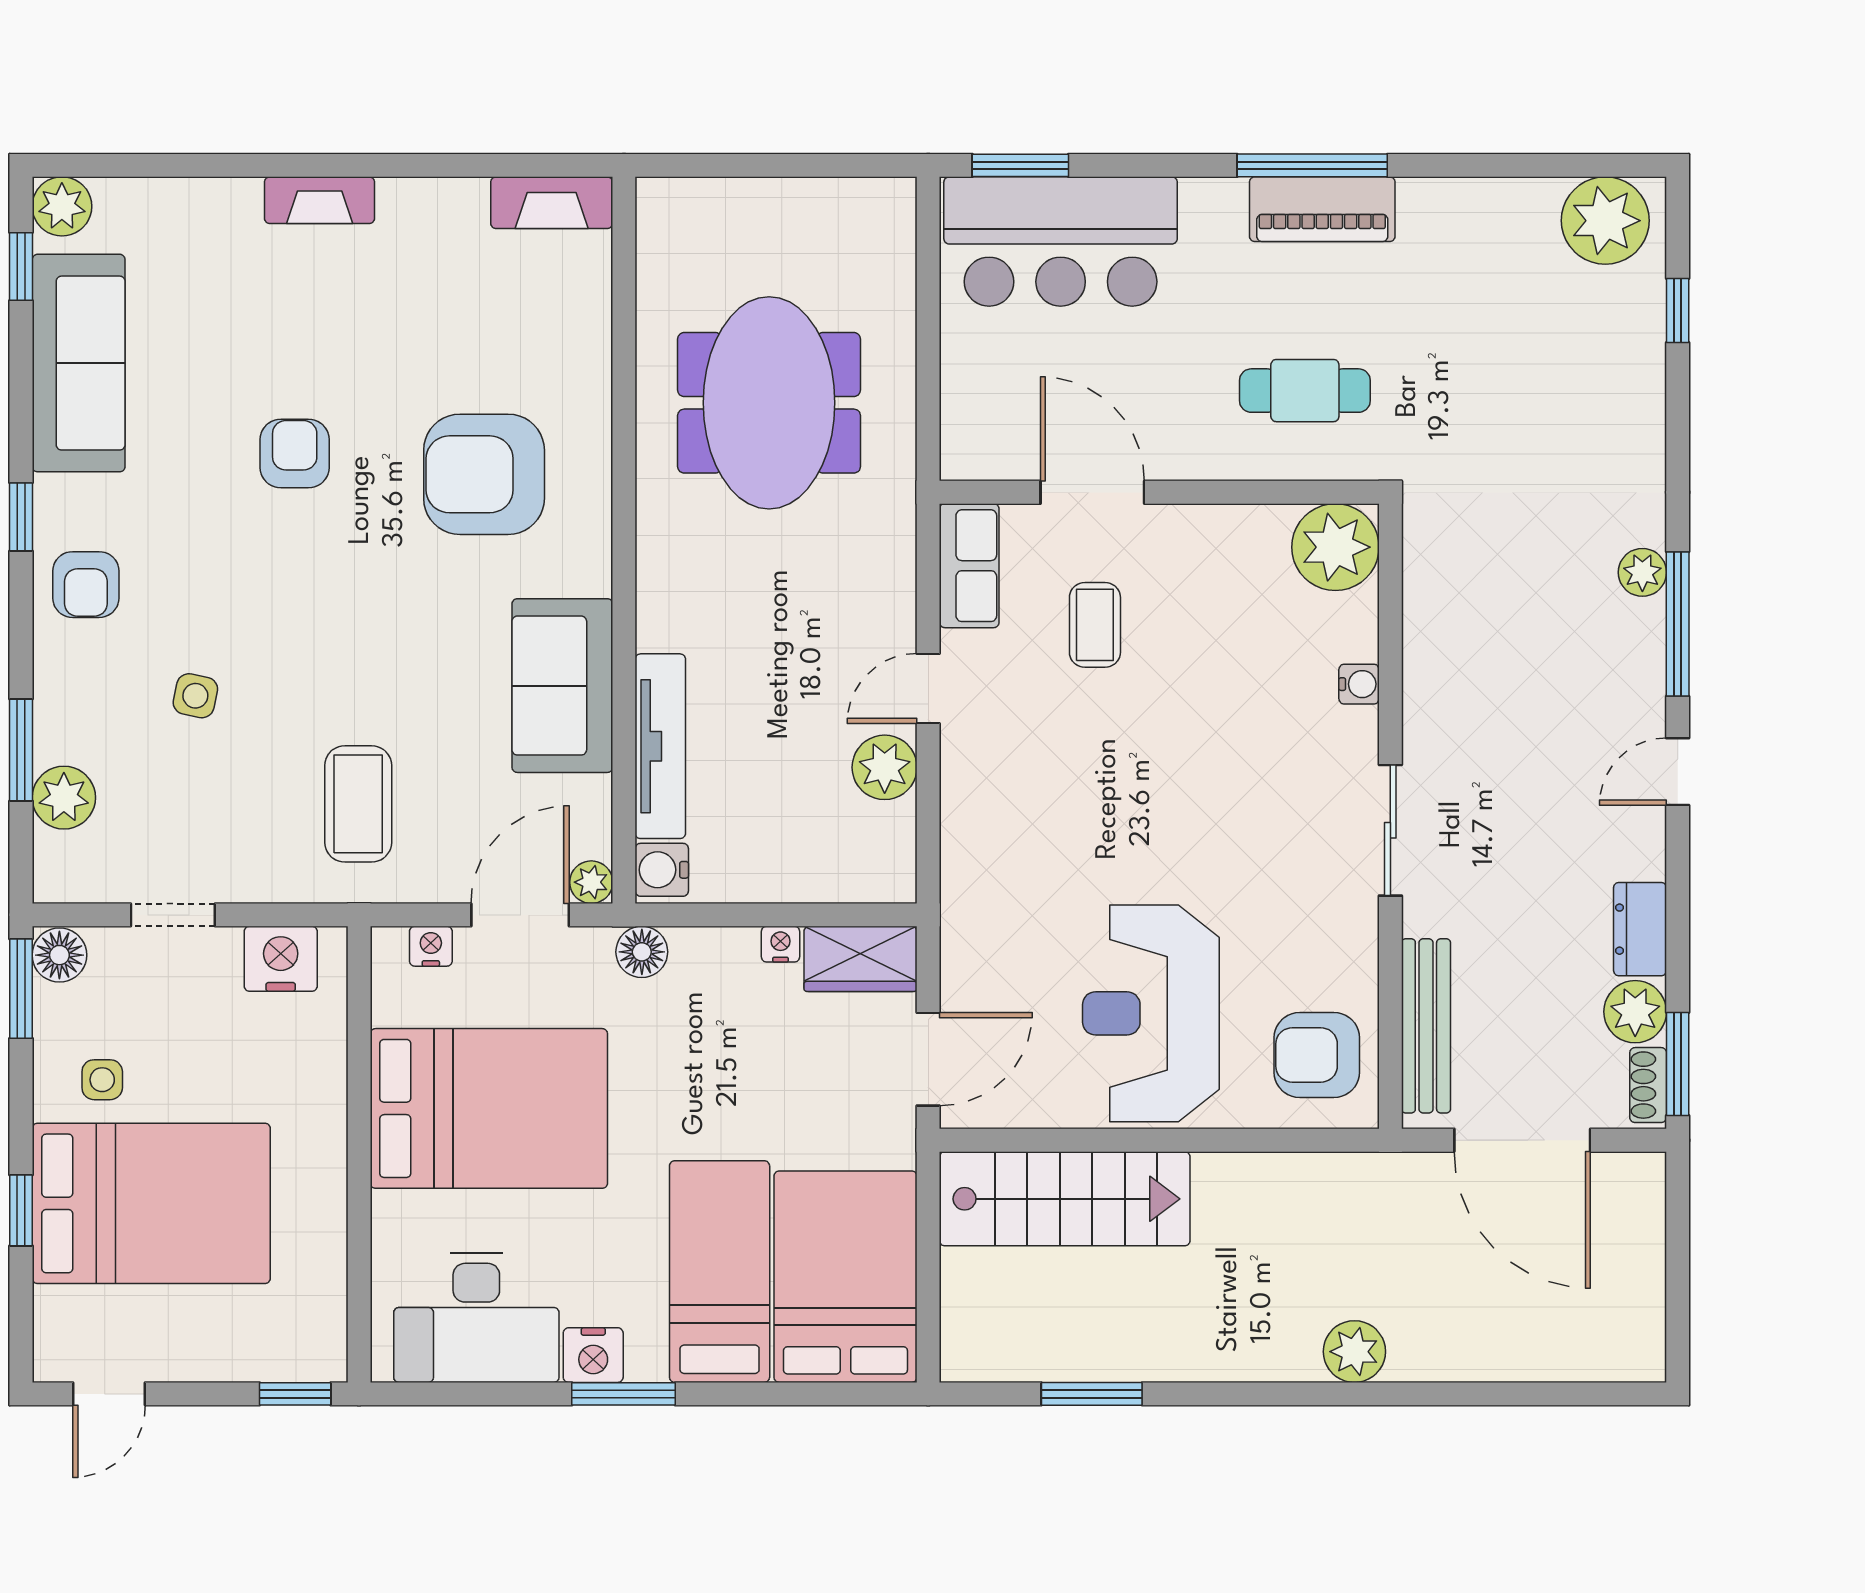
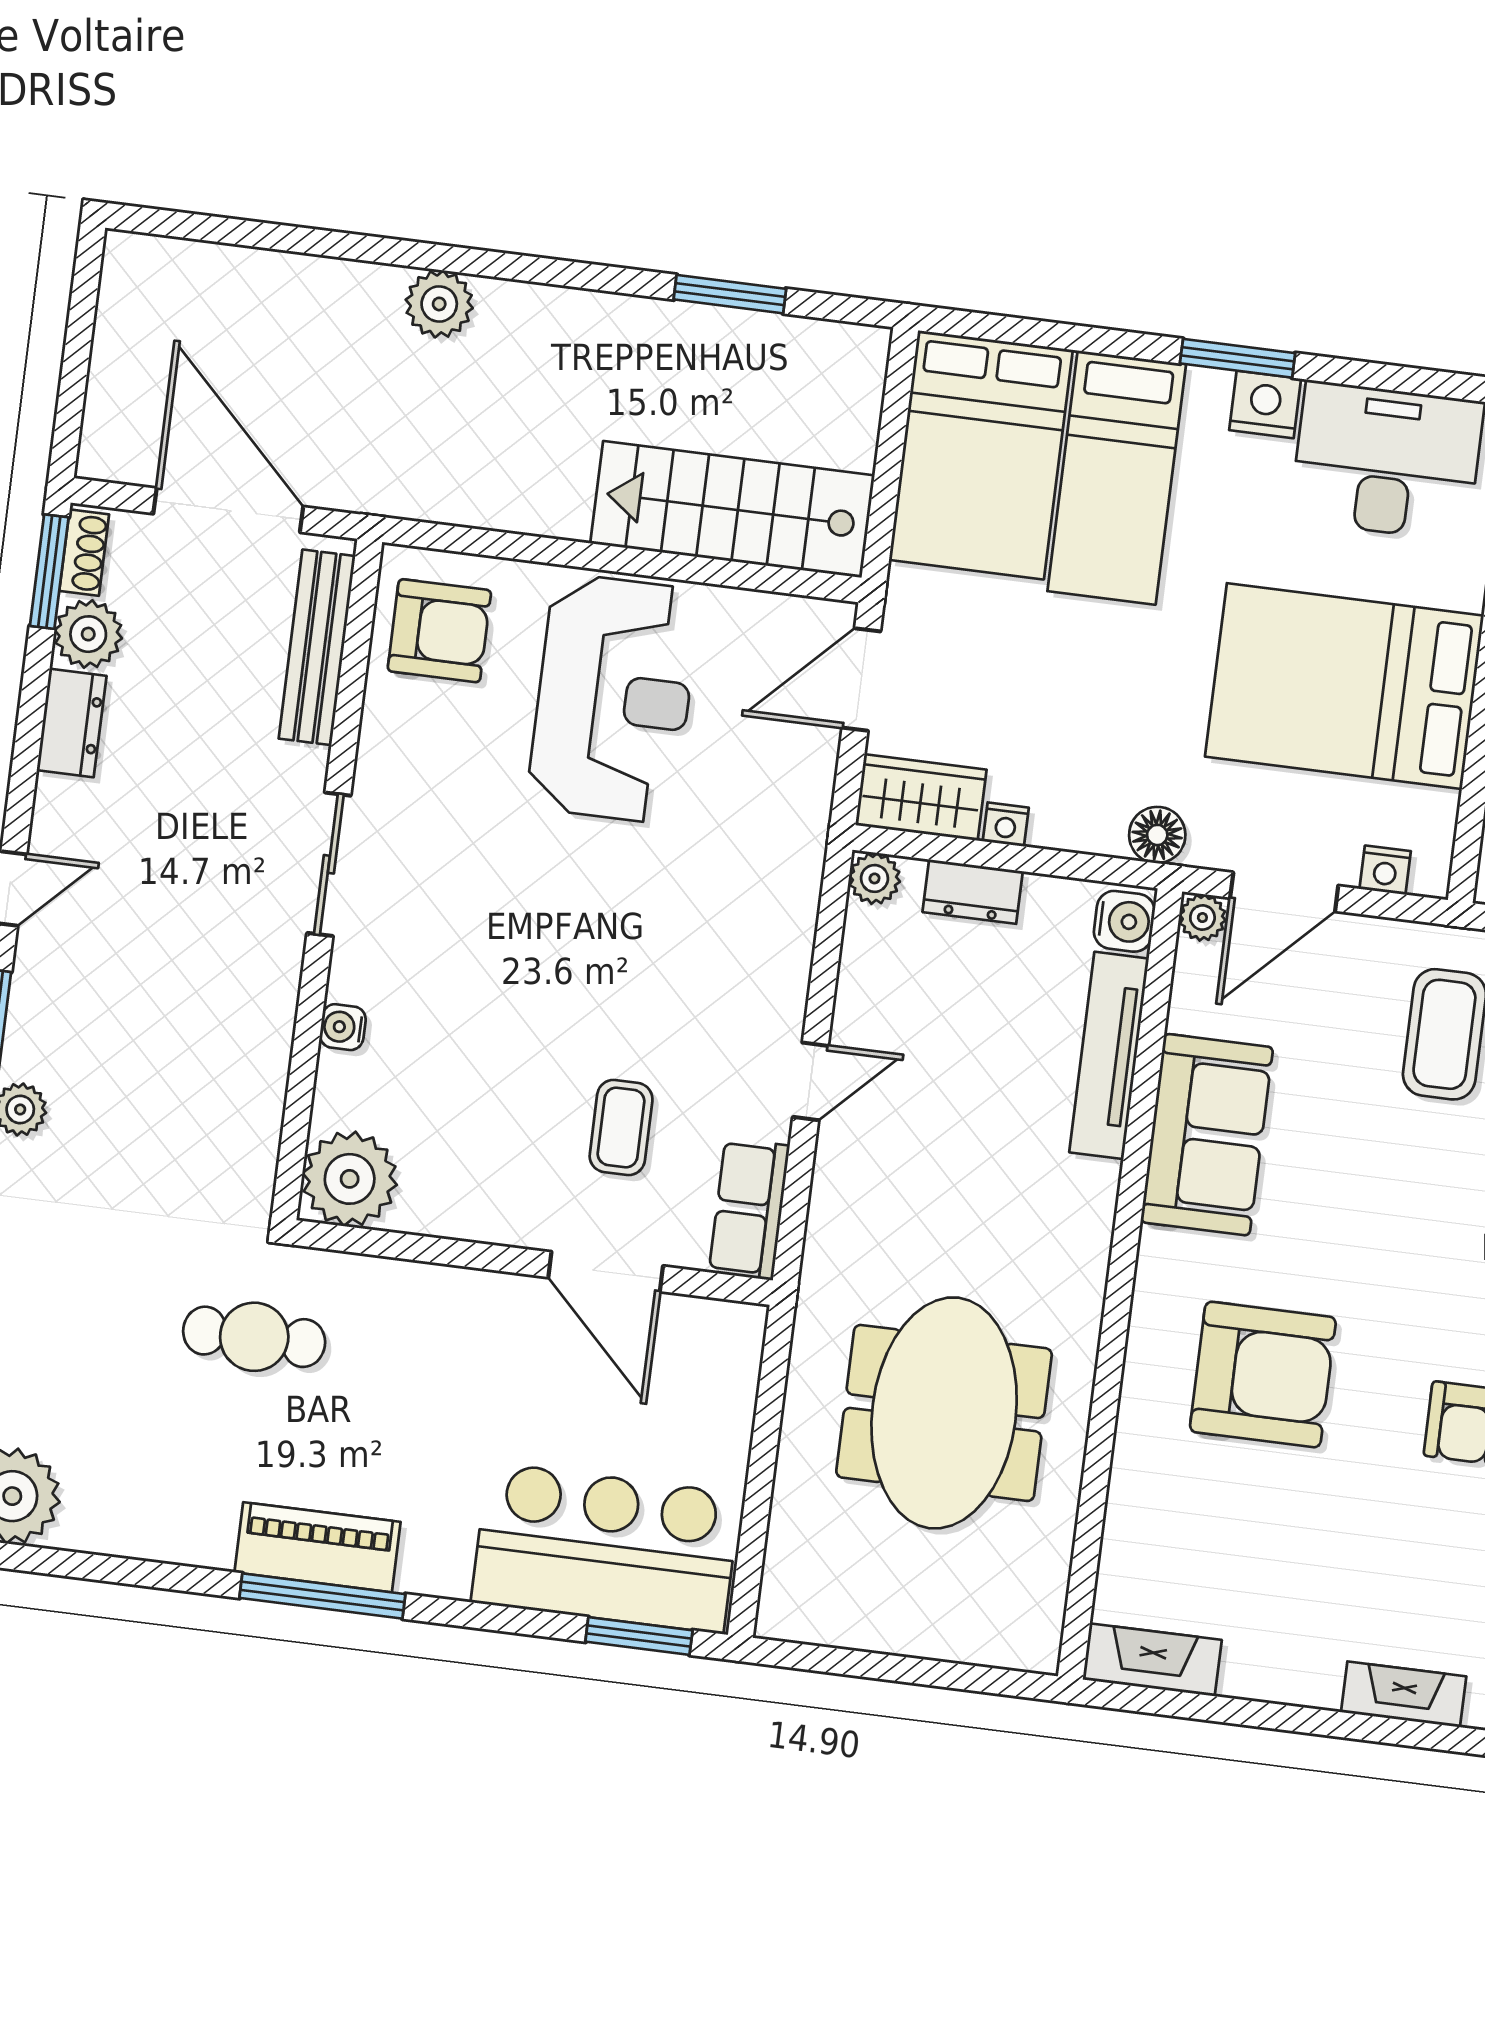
cafe table: (1305, 391) -> (254, 1337), moved
plant: (885, 767) -> (874, 878), moved, width x0.73, depth x0.73
dresser: (803, 879) -> (973, 892), added

